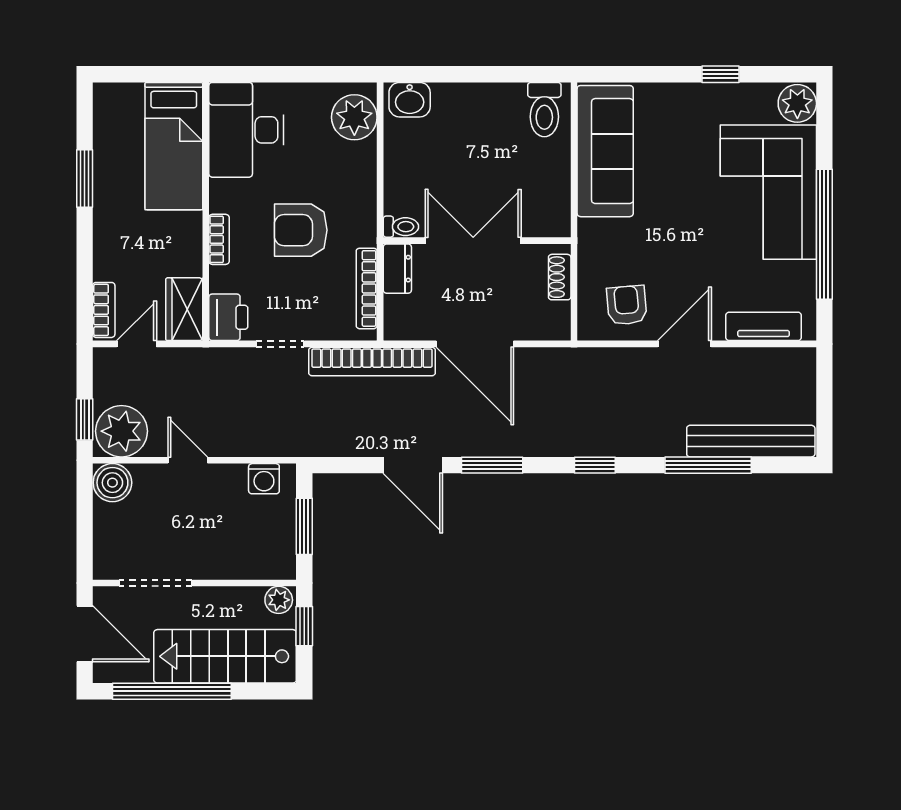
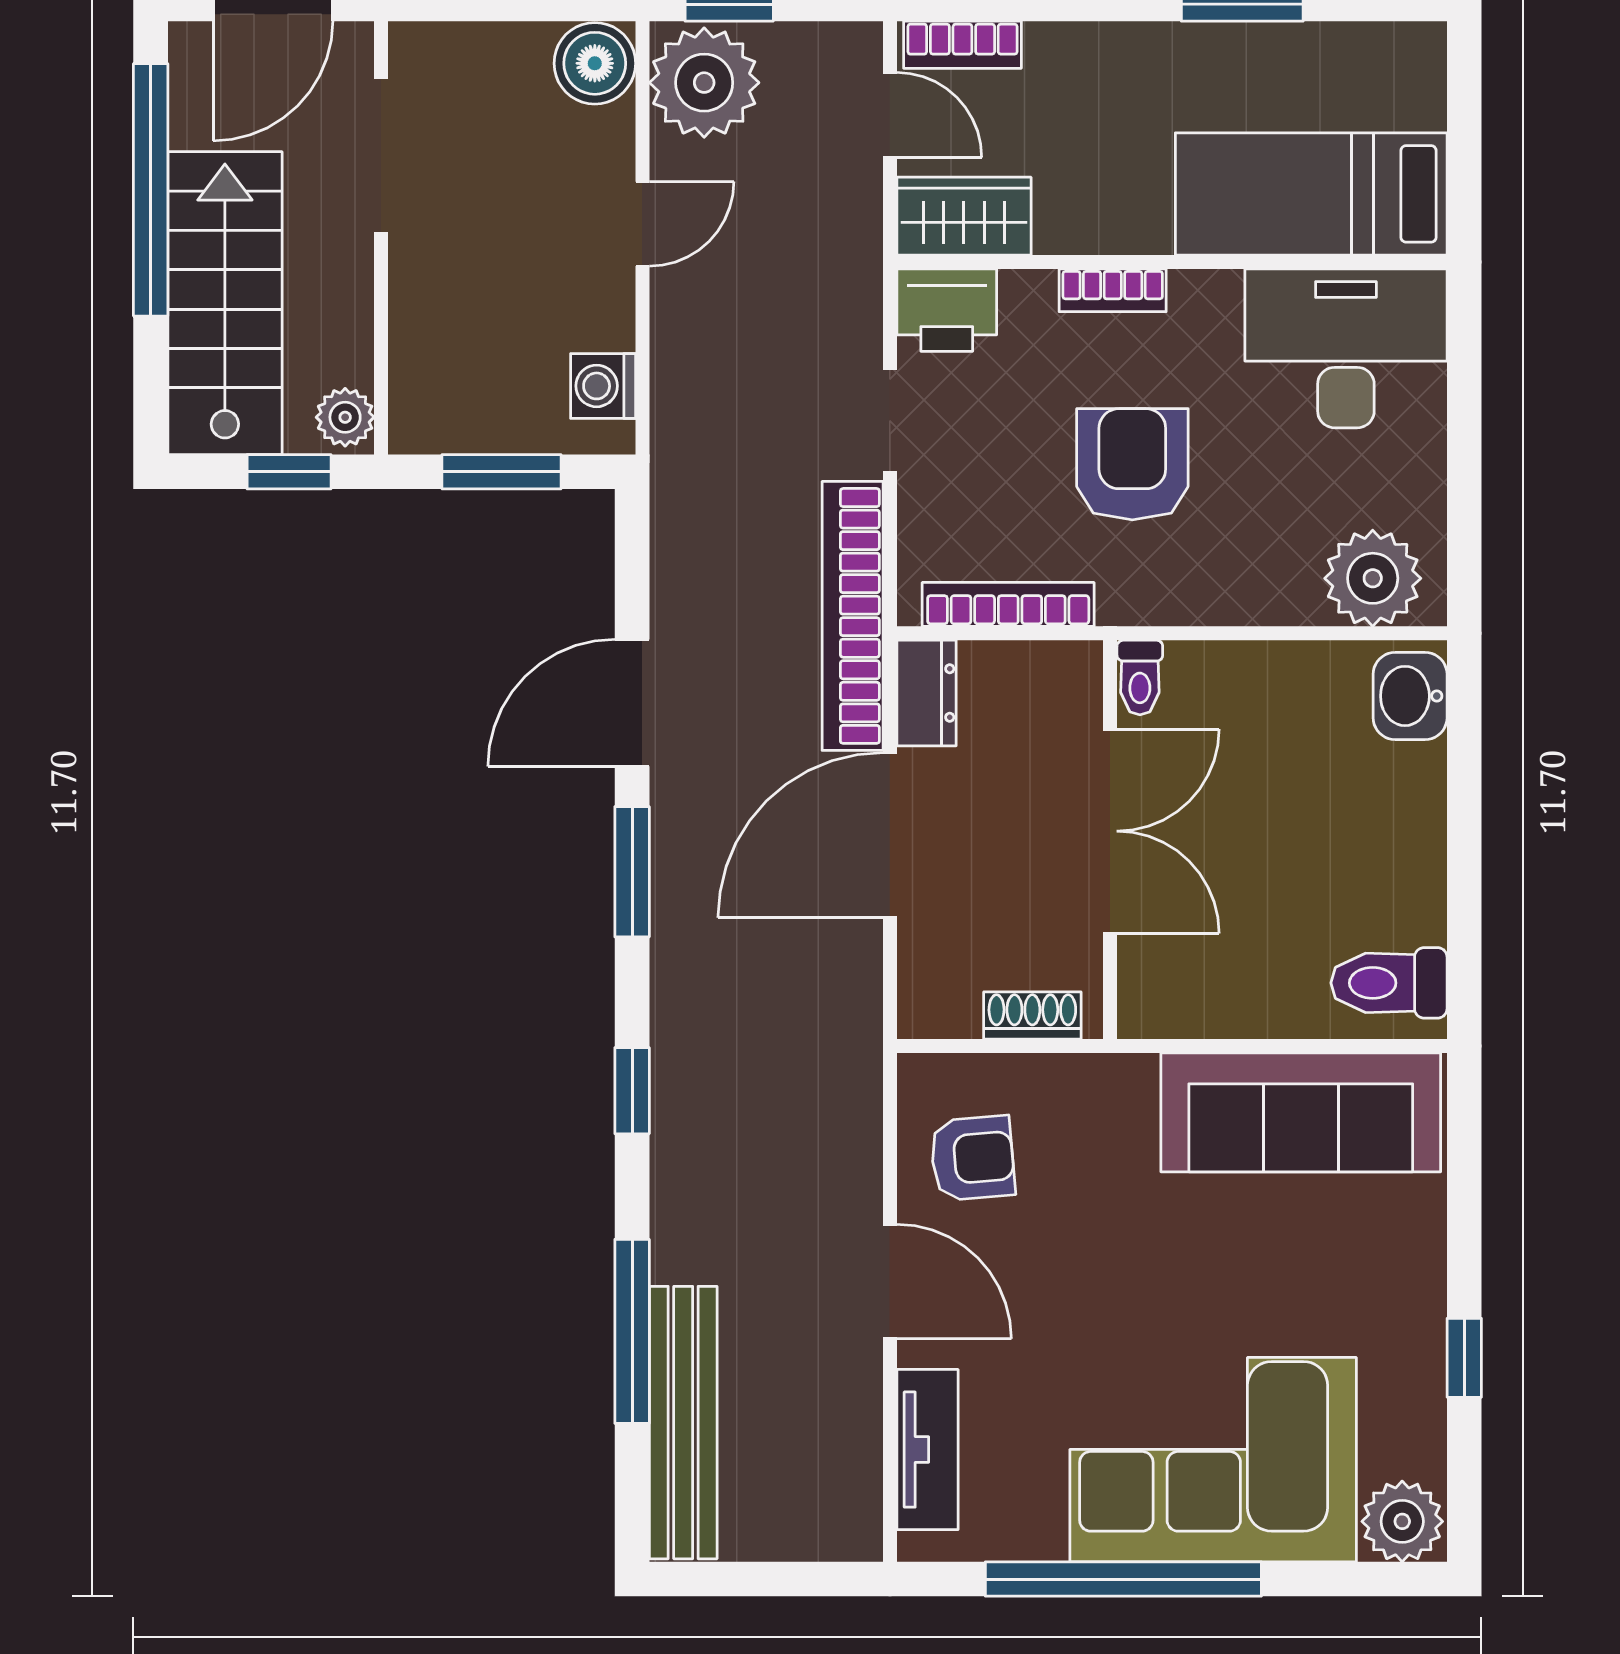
dresser: (397, 269) -> (927, 693), moved, turned -90

